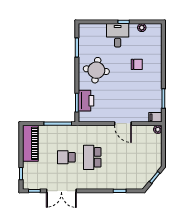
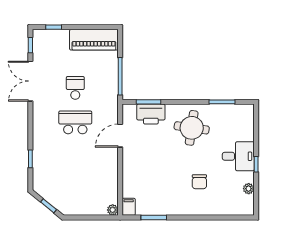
door: (123, 124) -> (120, 136), moved

